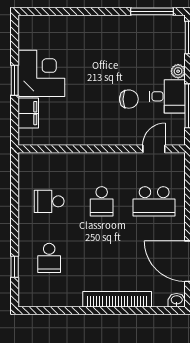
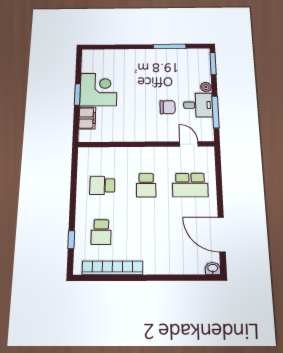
window: (152, 11) -> (169, 46), moved
door: (154, 149) -> (189, 144), hinge flipped
bookcase: (117, 299) -> (113, 268), moved

